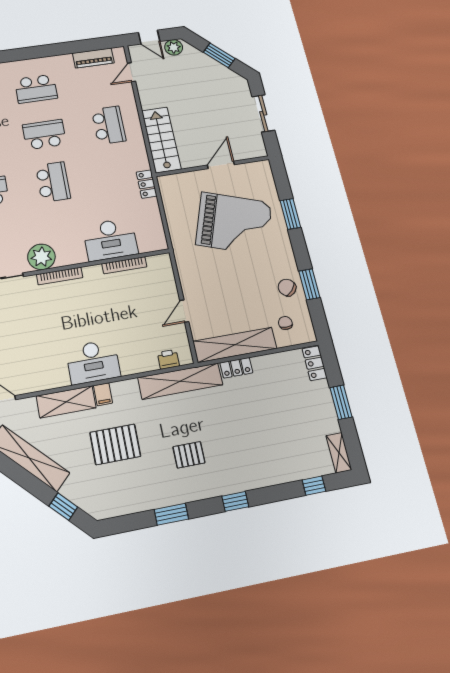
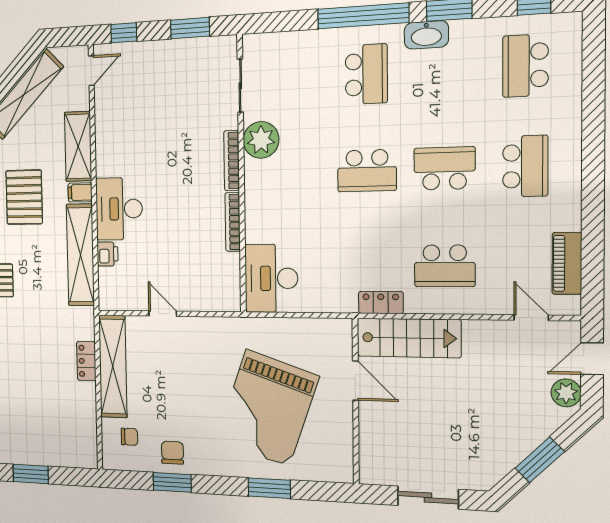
school desk: (36, 89) -> (525, 166), turned 180
school desk: (44, 134) -> (444, 168), turned -90
door: (221, 165) -> (355, 380), moved
locker: (147, 184) -> (381, 302), moved
desk: (110, 240) -> (271, 278), moved
bookcase: (124, 265) -> (233, 222), moved
chair: (287, 288) -> (172, 453), turned -44
printer: (168, 359) -> (108, 254), moved
desk: (93, 362) -> (119, 209), moved
locker: (315, 363) -> (78, 457), removed
shelving: (180, 381) -> (80, 255), moved

